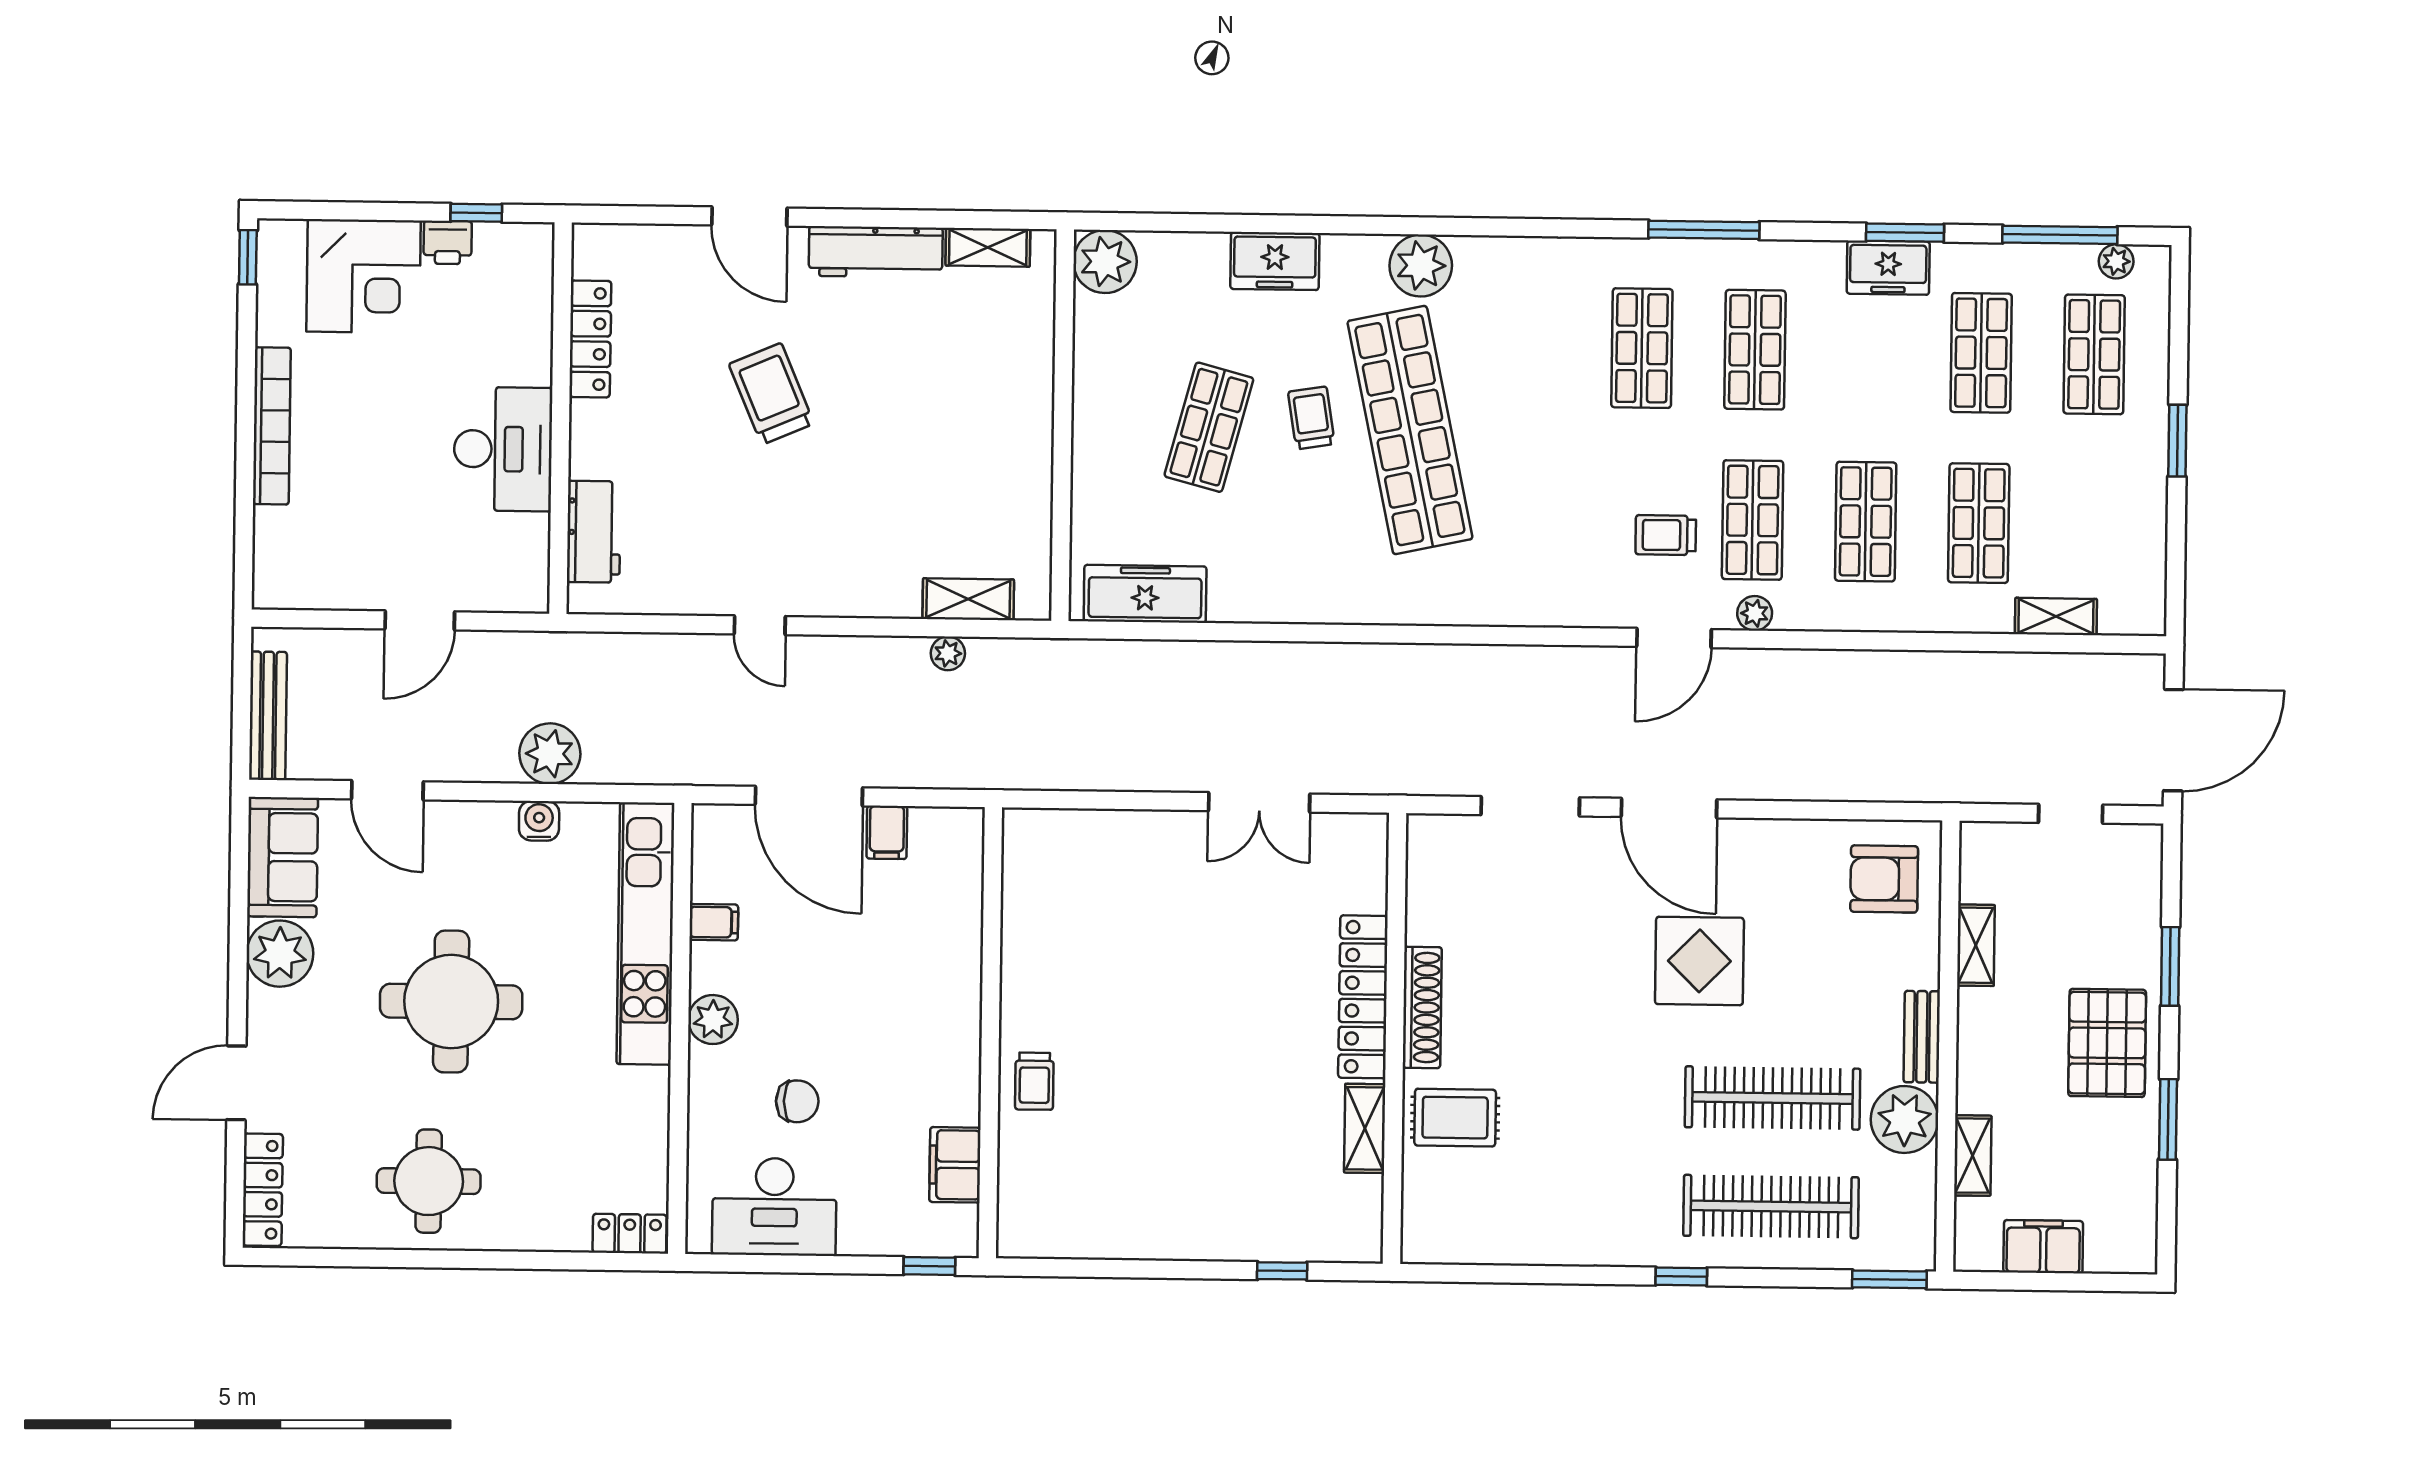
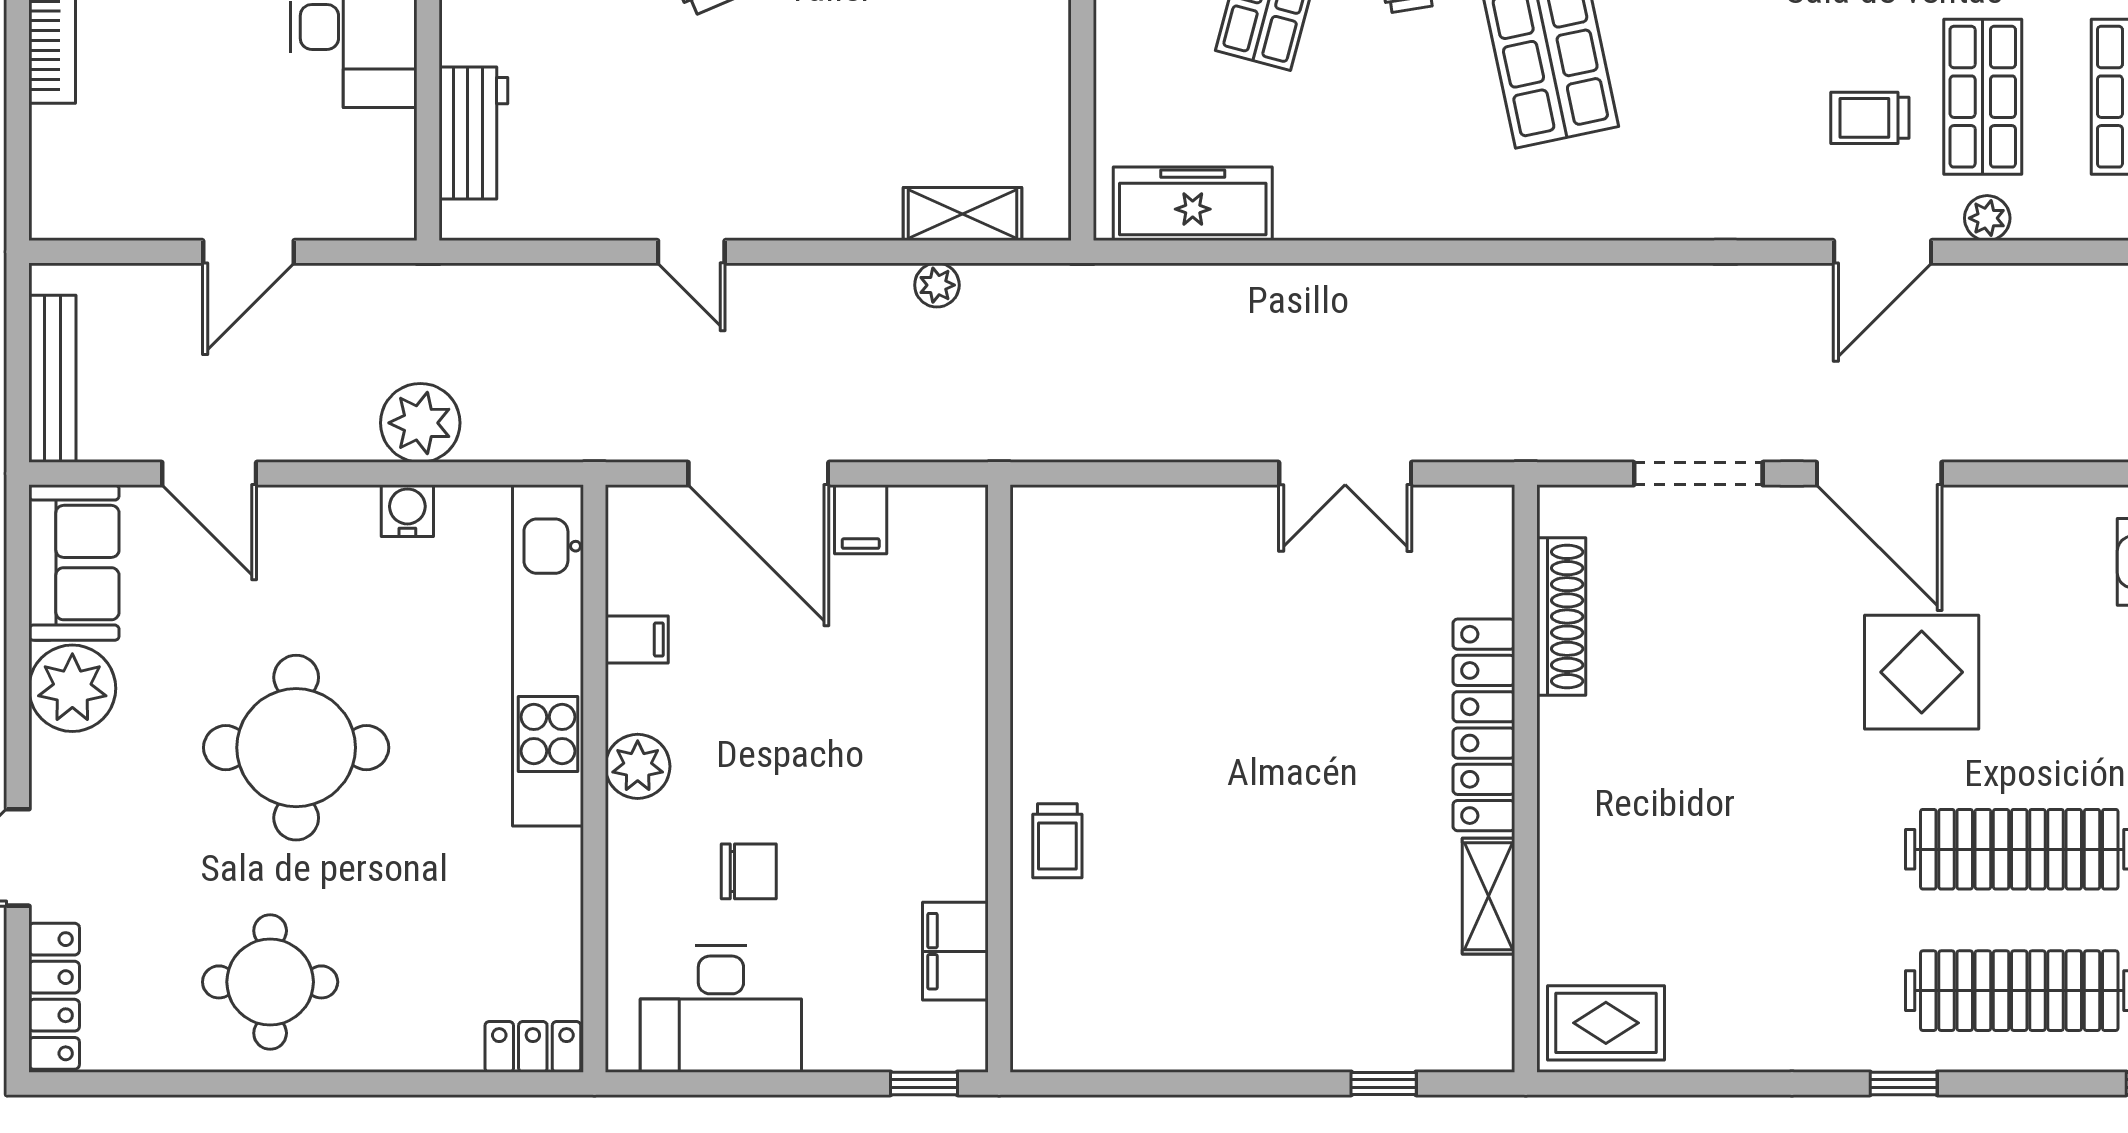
shoe rack: (1422, 1007) -> (1561, 617), moved
rug: (1455, 1118) -> (1606, 1023), moved

